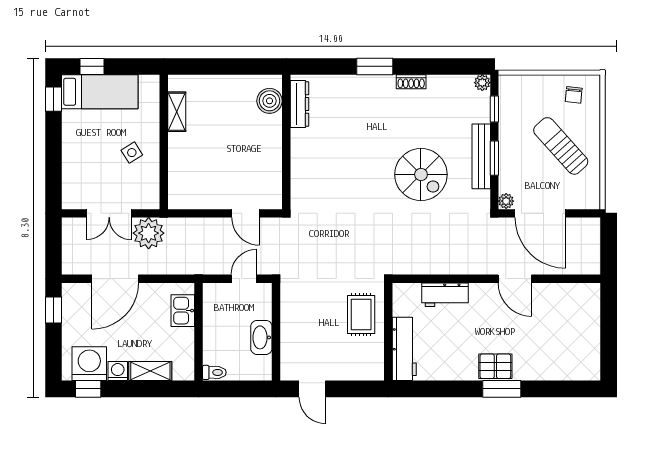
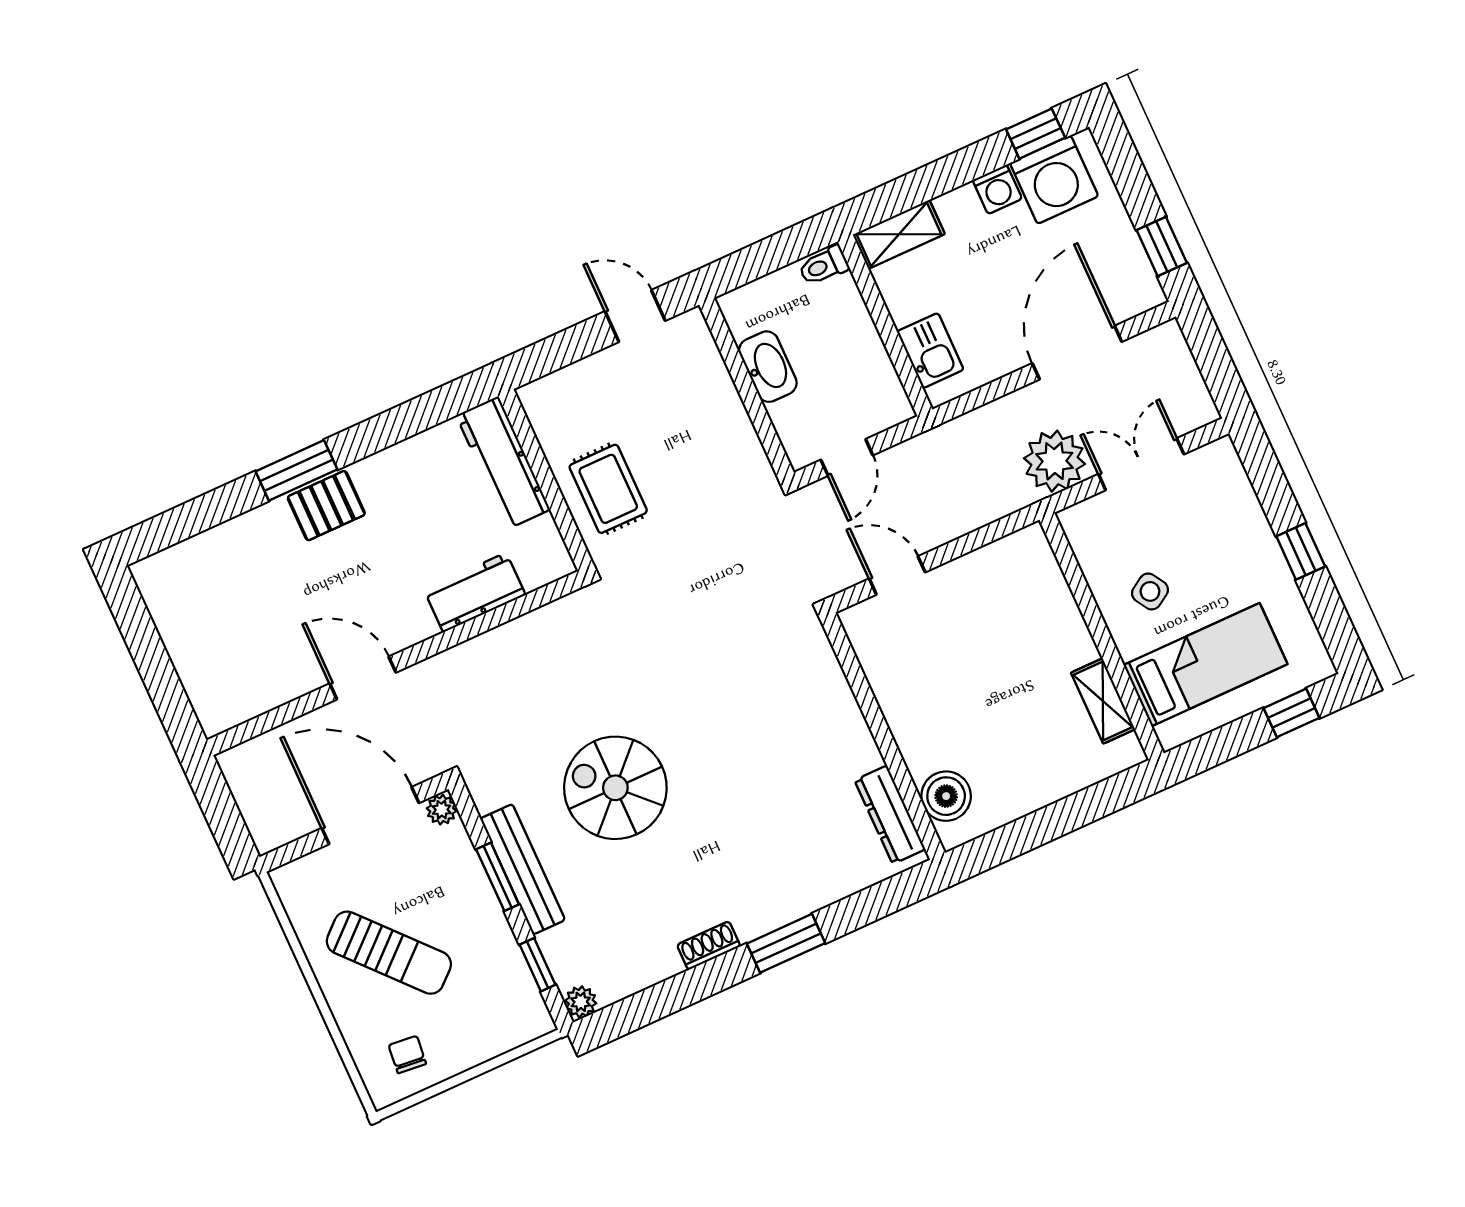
bed: (100, 92) -> (1206, 665), moved, turned 180
window: (54, 99) -> (1301, 551), moved
shelving: (150, 371) -> (899, 234), moved

